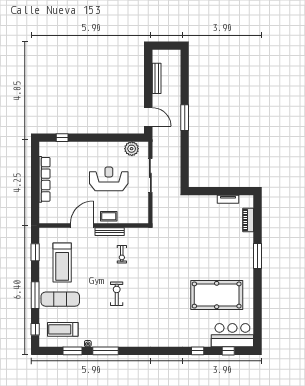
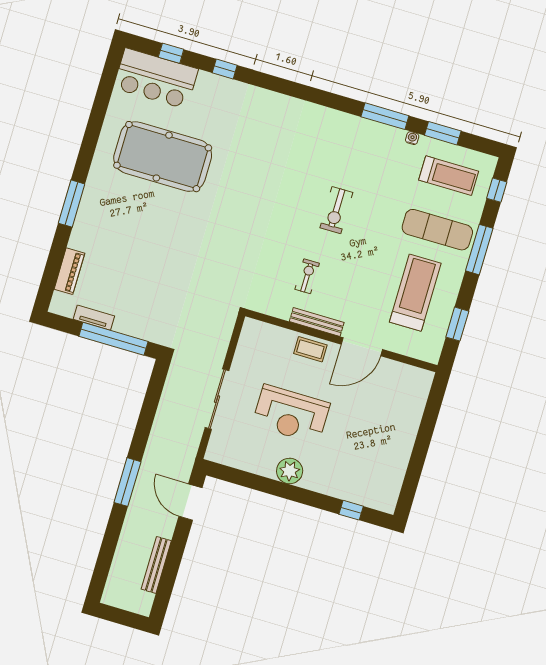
plant: (132, 149) -> (290, 471), moved
row of seats: (45, 179) -> (403, 446), removed
window: (214, 191) -> (113, 339), added

